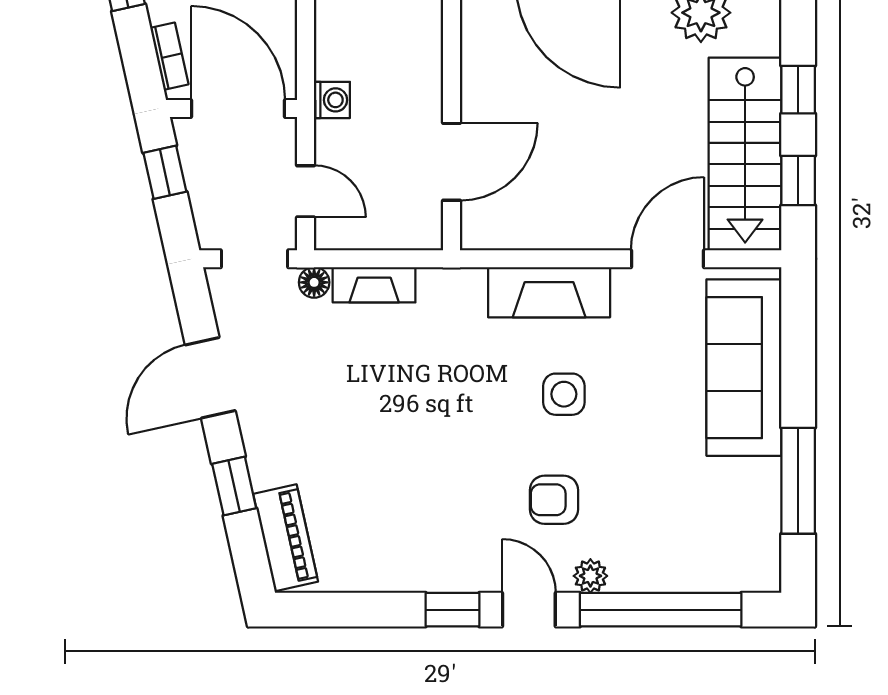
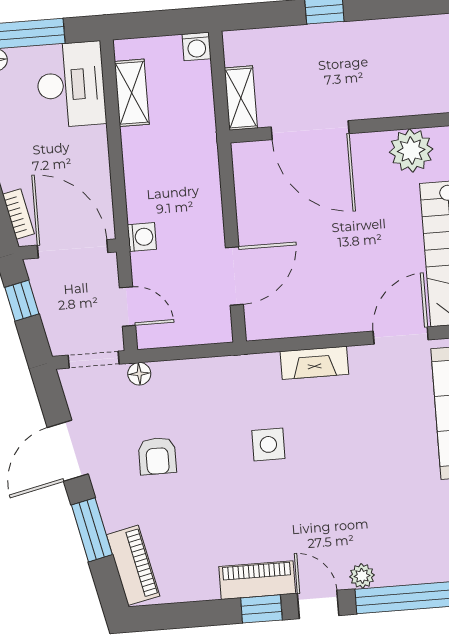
fireplace: (374, 285) -> (184, 372), removed
fireplace: (549, 292) -> (314, 363), width x0.73, depth x0.76
side table: (564, 394) -> (268, 444), moved
window: (234, 486) -> (92, 530), width x1.50
armchair: (554, 500) -> (157, 456), moved, turned -90
piano: (450, 571) -> (257, 580), added

